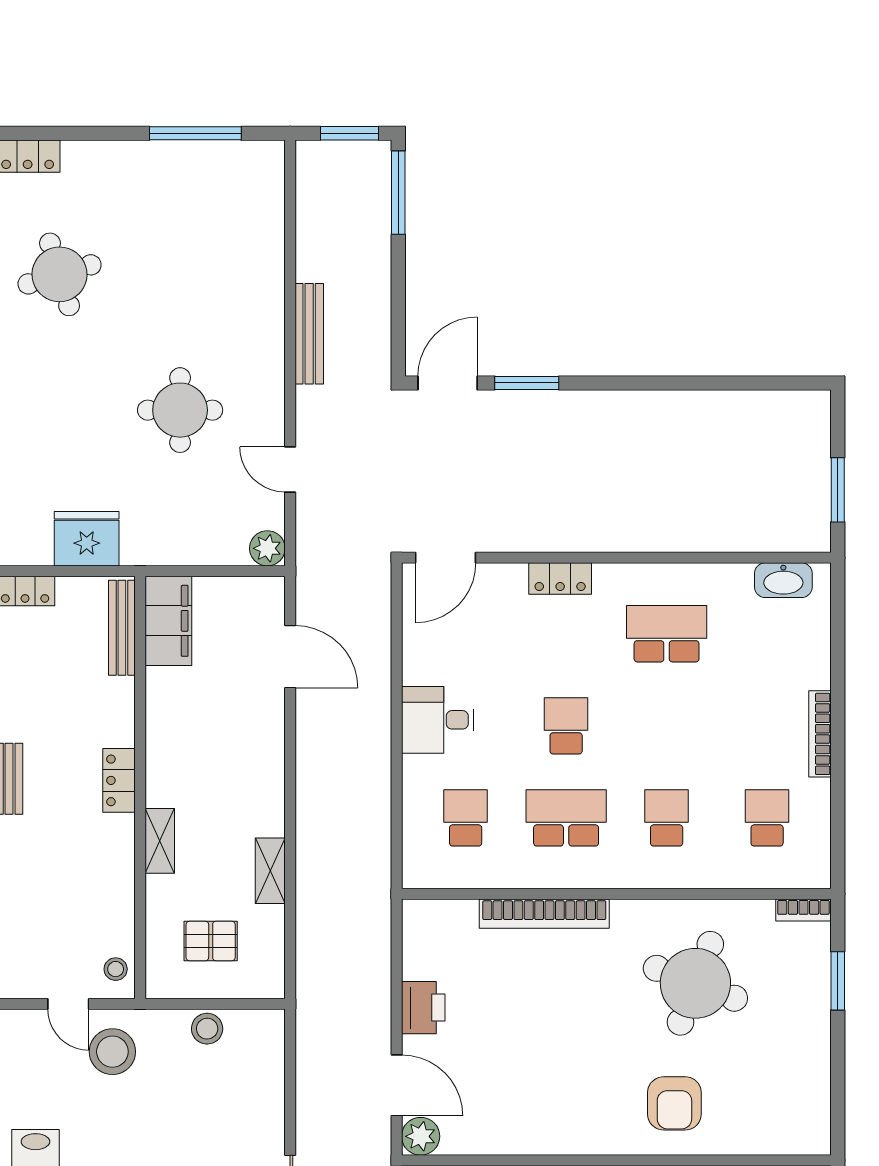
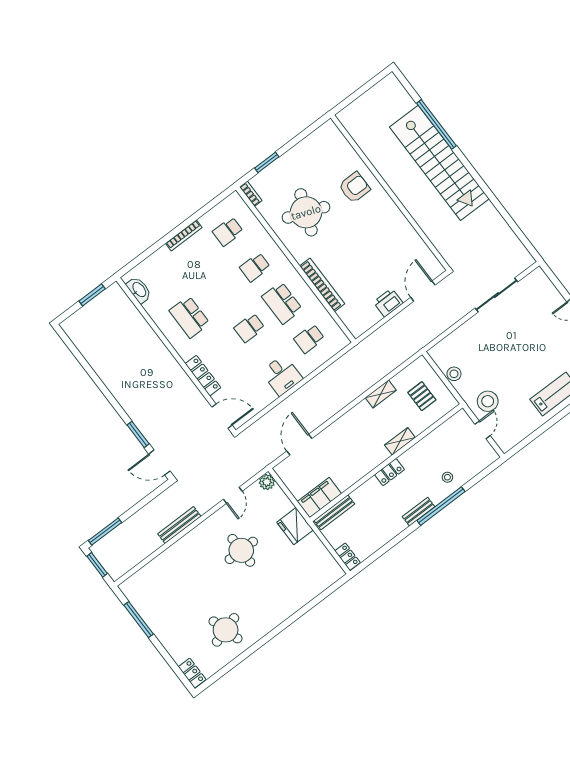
fridge: (87, 539) -> (295, 526), moved
locker: (560, 579) -> (203, 376), width x1.53
stool: (116, 969) -> (447, 477), moved
plant: (421, 1136) -> (435, 269), removed

